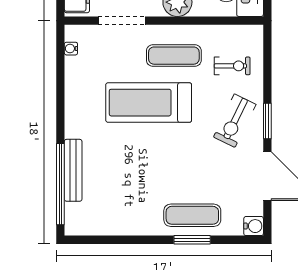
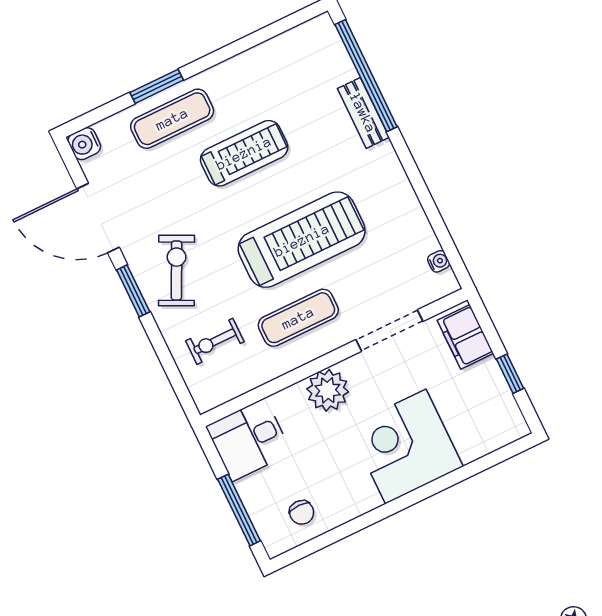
bench: (73, 170) -> (363, 113), width x0.73
treadmill: (158, 173) -> (244, 153), added

